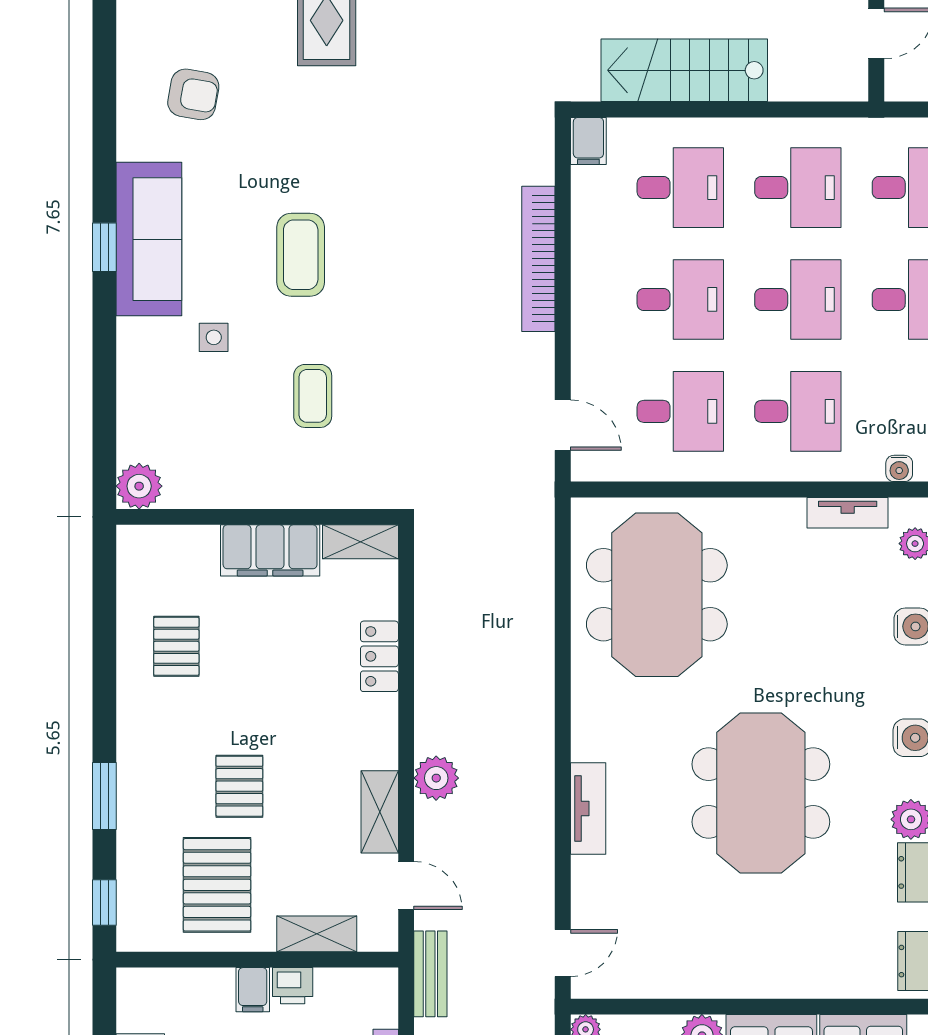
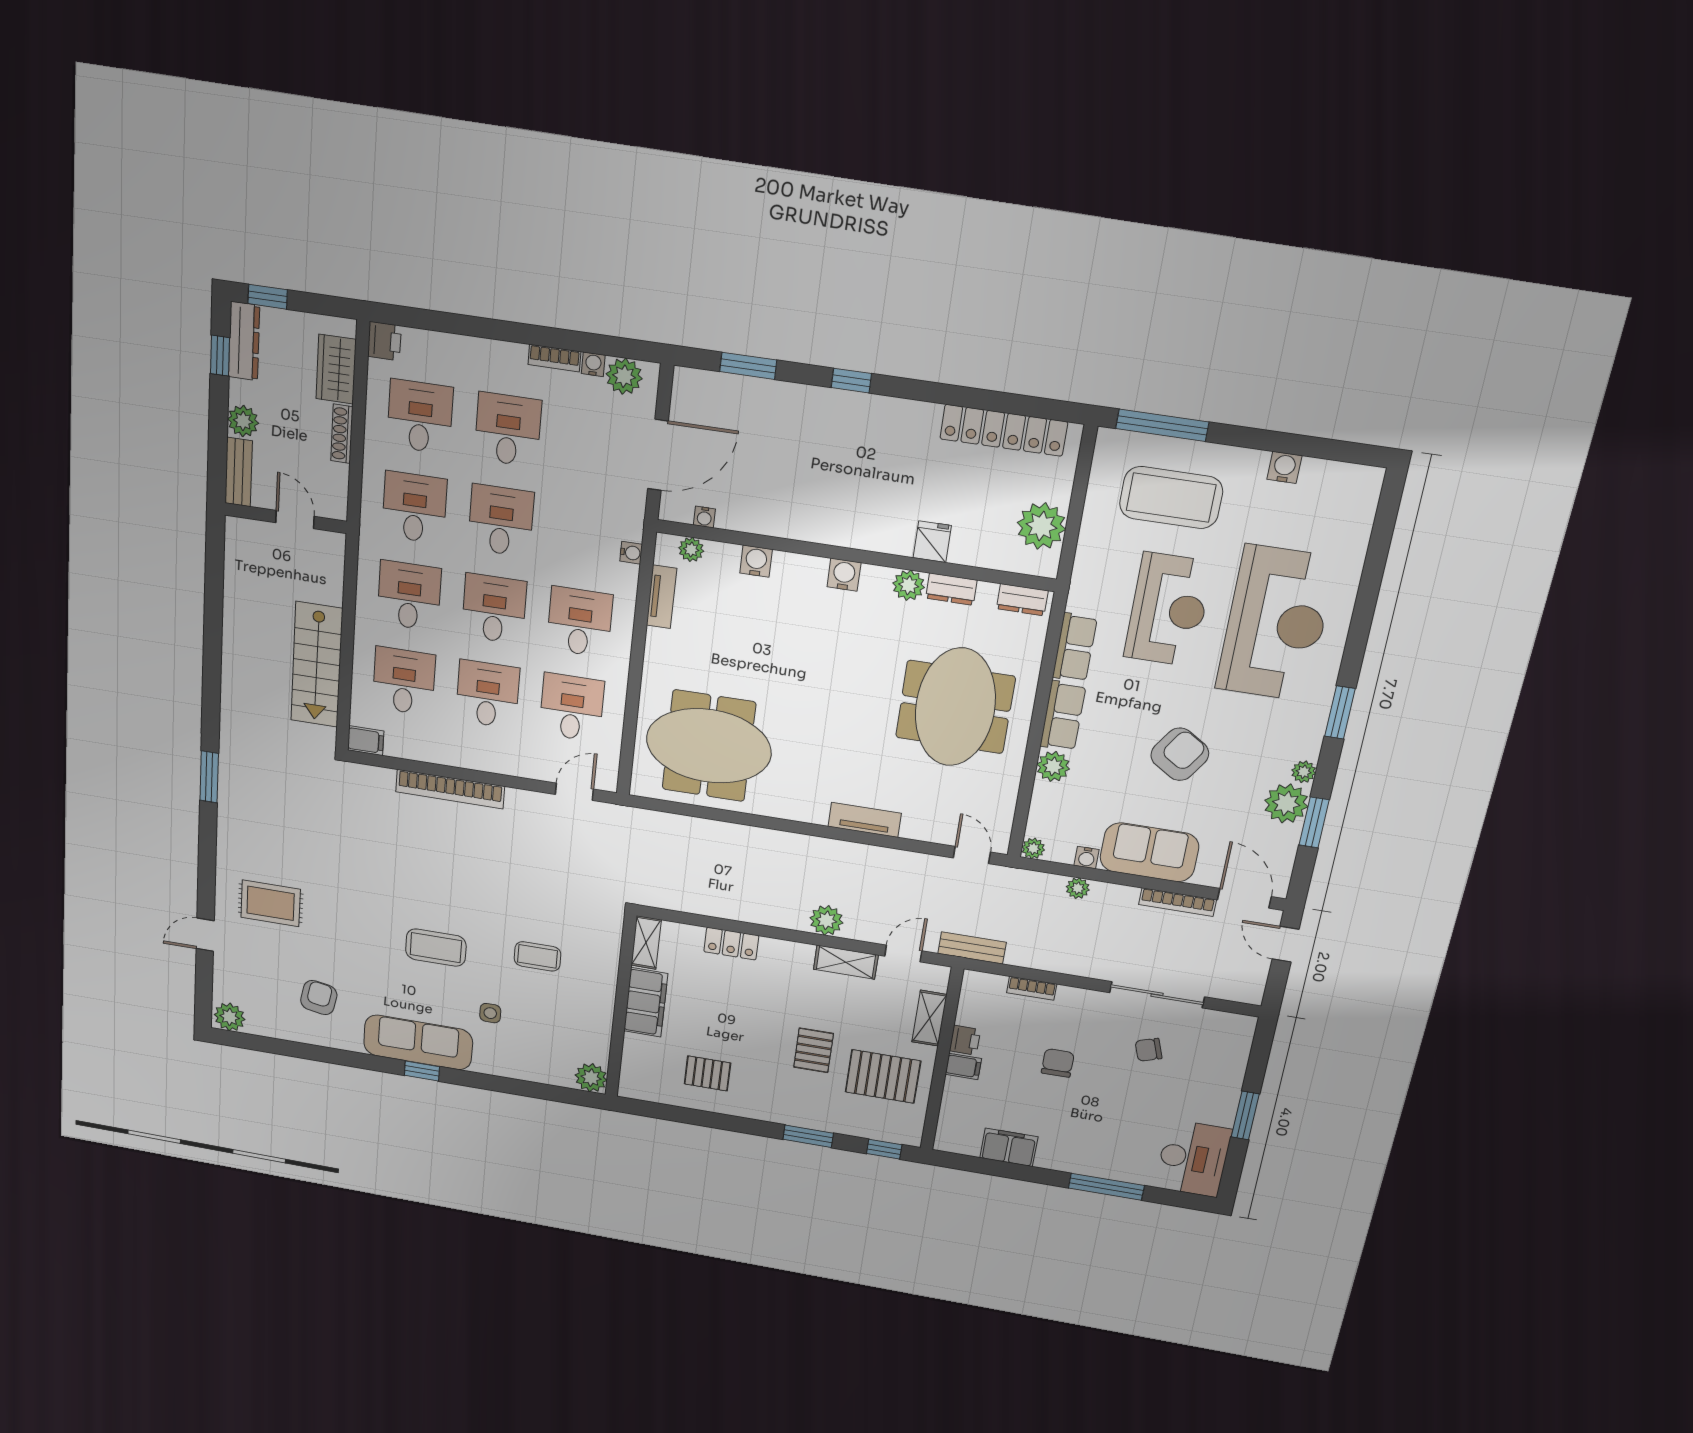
pallet: (239, 786) -> (814, 1050), turned 90
meeting table: (761, 793) -> (955, 707), moved, turned 90

